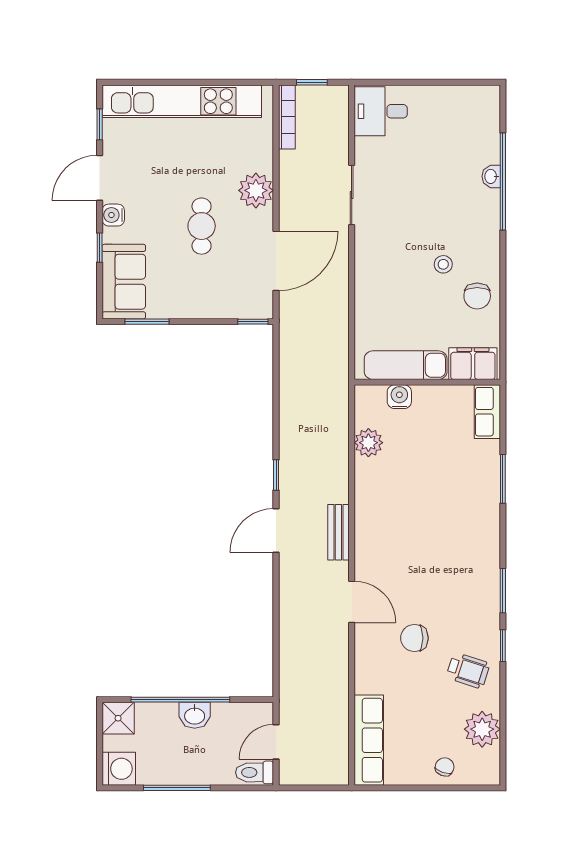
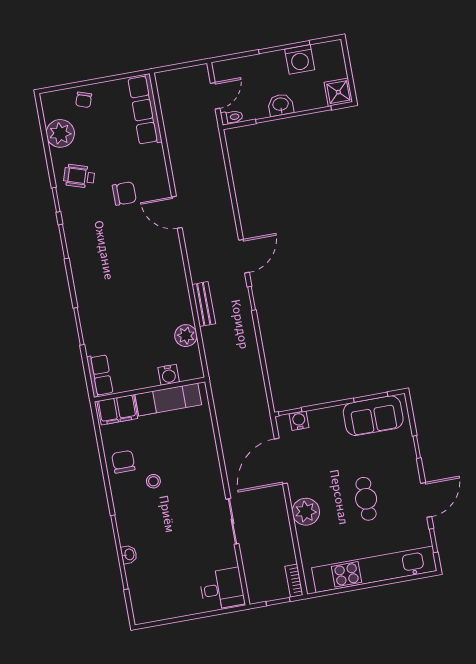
bookcase: (287, 117) -> (294, 581), width x0.64
water cooler: (113, 215) -> (299, 421), moved, turned -90
cafe table: (202, 226) -> (366, 499), moved
sofa: (124, 282) -> (373, 416), moved, turned -90
bench: (338, 532) -> (204, 304), moved
washing machine: (119, 769) -> (300, 59), moved, turned -90
toilet: (255, 772) -> (232, 117), moved, width x0.73, depth x0.72

